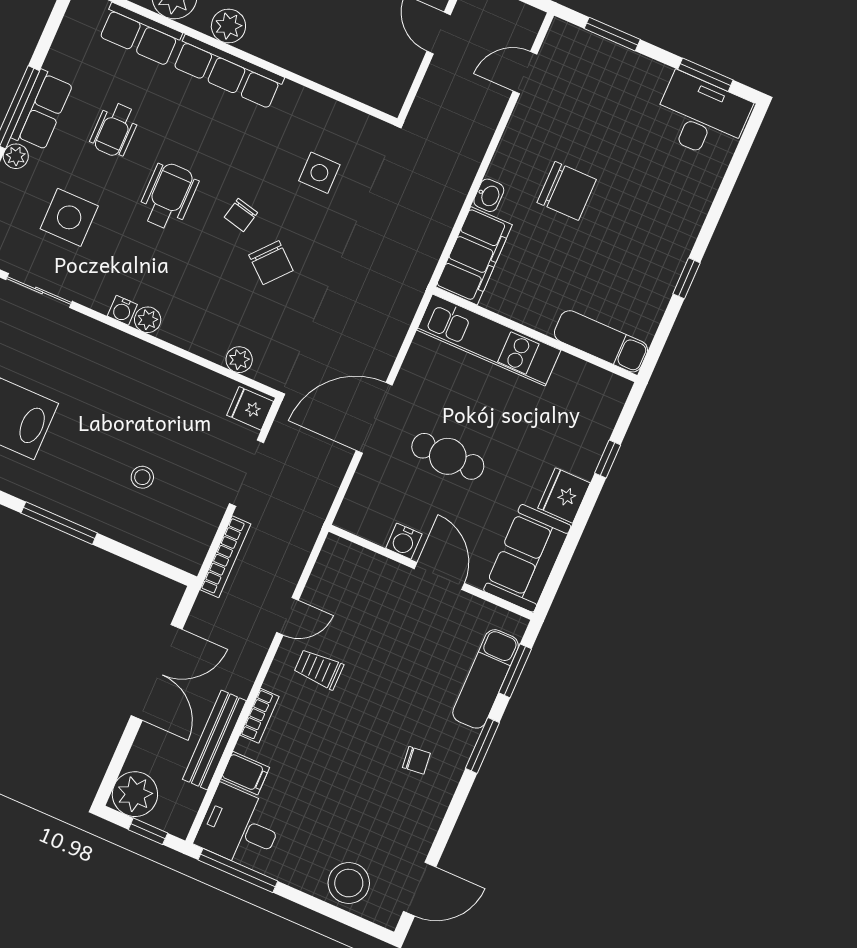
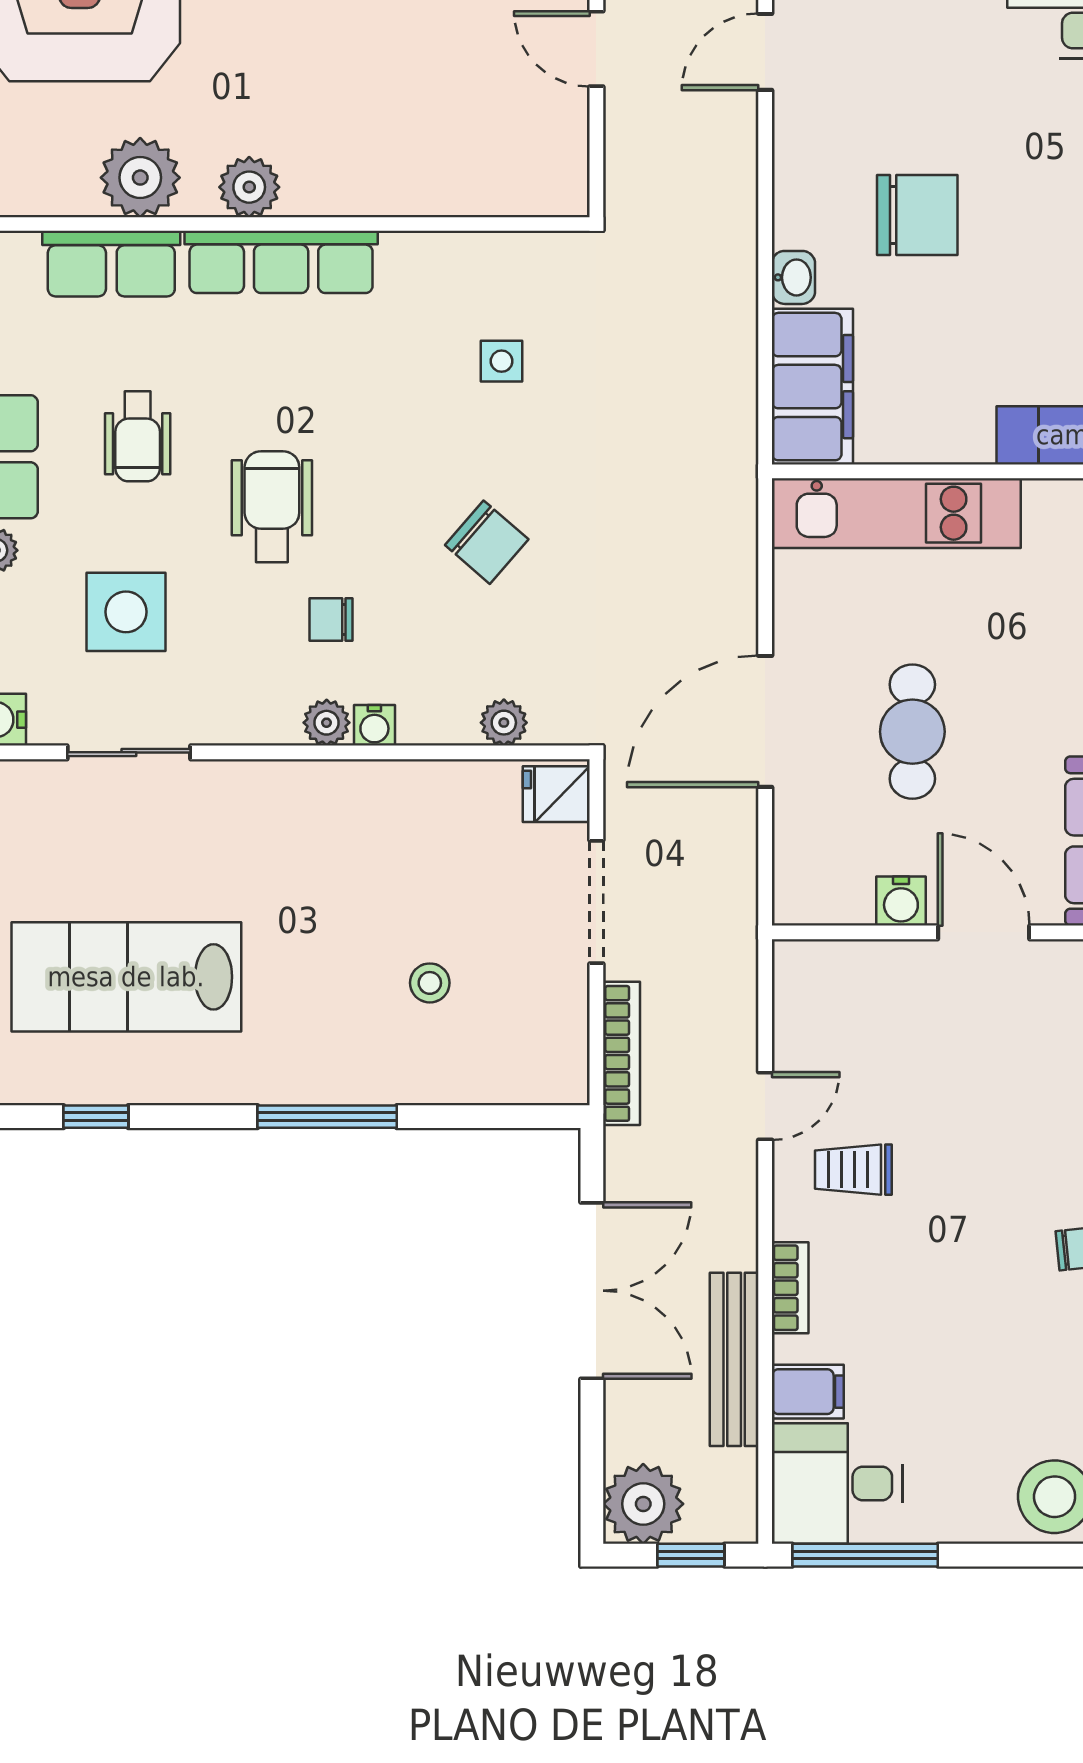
side table: (319, 173) -> (502, 361), width x0.73, depth x0.73
chair: (241, 215) -> (331, 619), moved, turned 77
water cooler: (122, 310) -> (374, 725), moved
cafe table: (448, 456) -> (912, 732), turned 90

